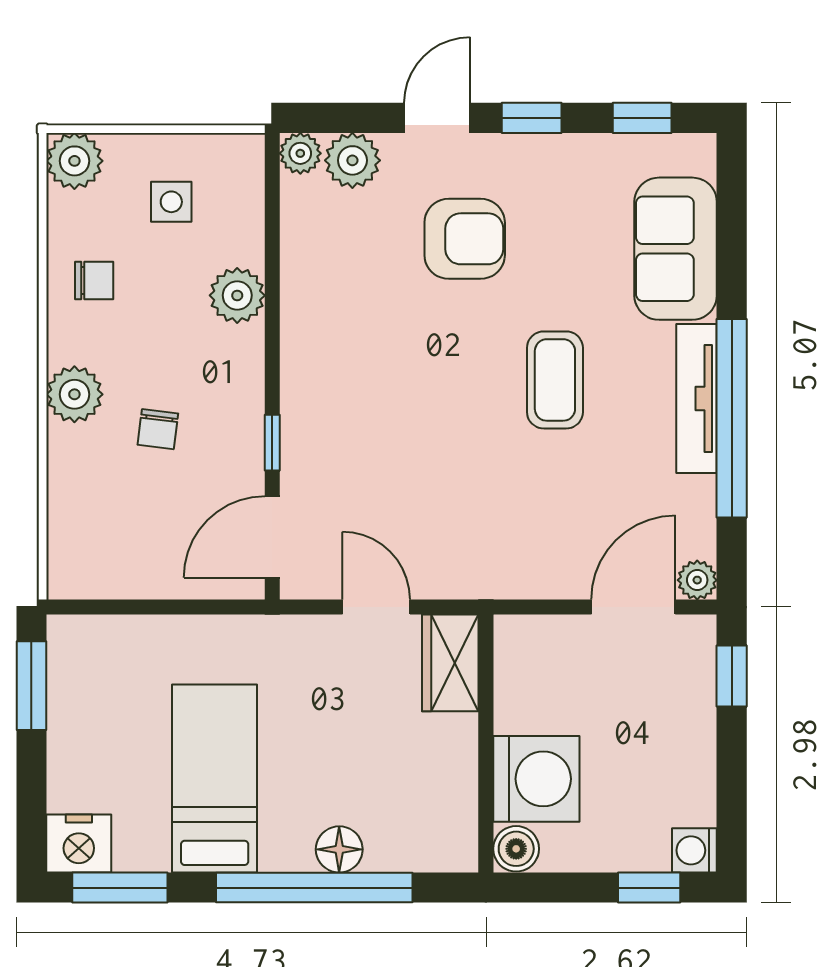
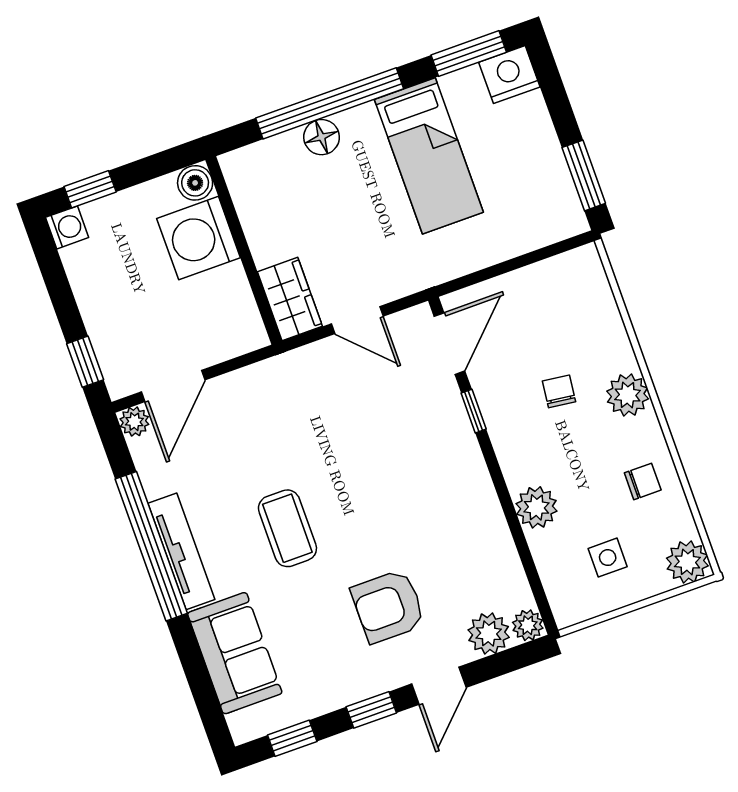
chair: (94, 280) -> (643, 481), turned 180

